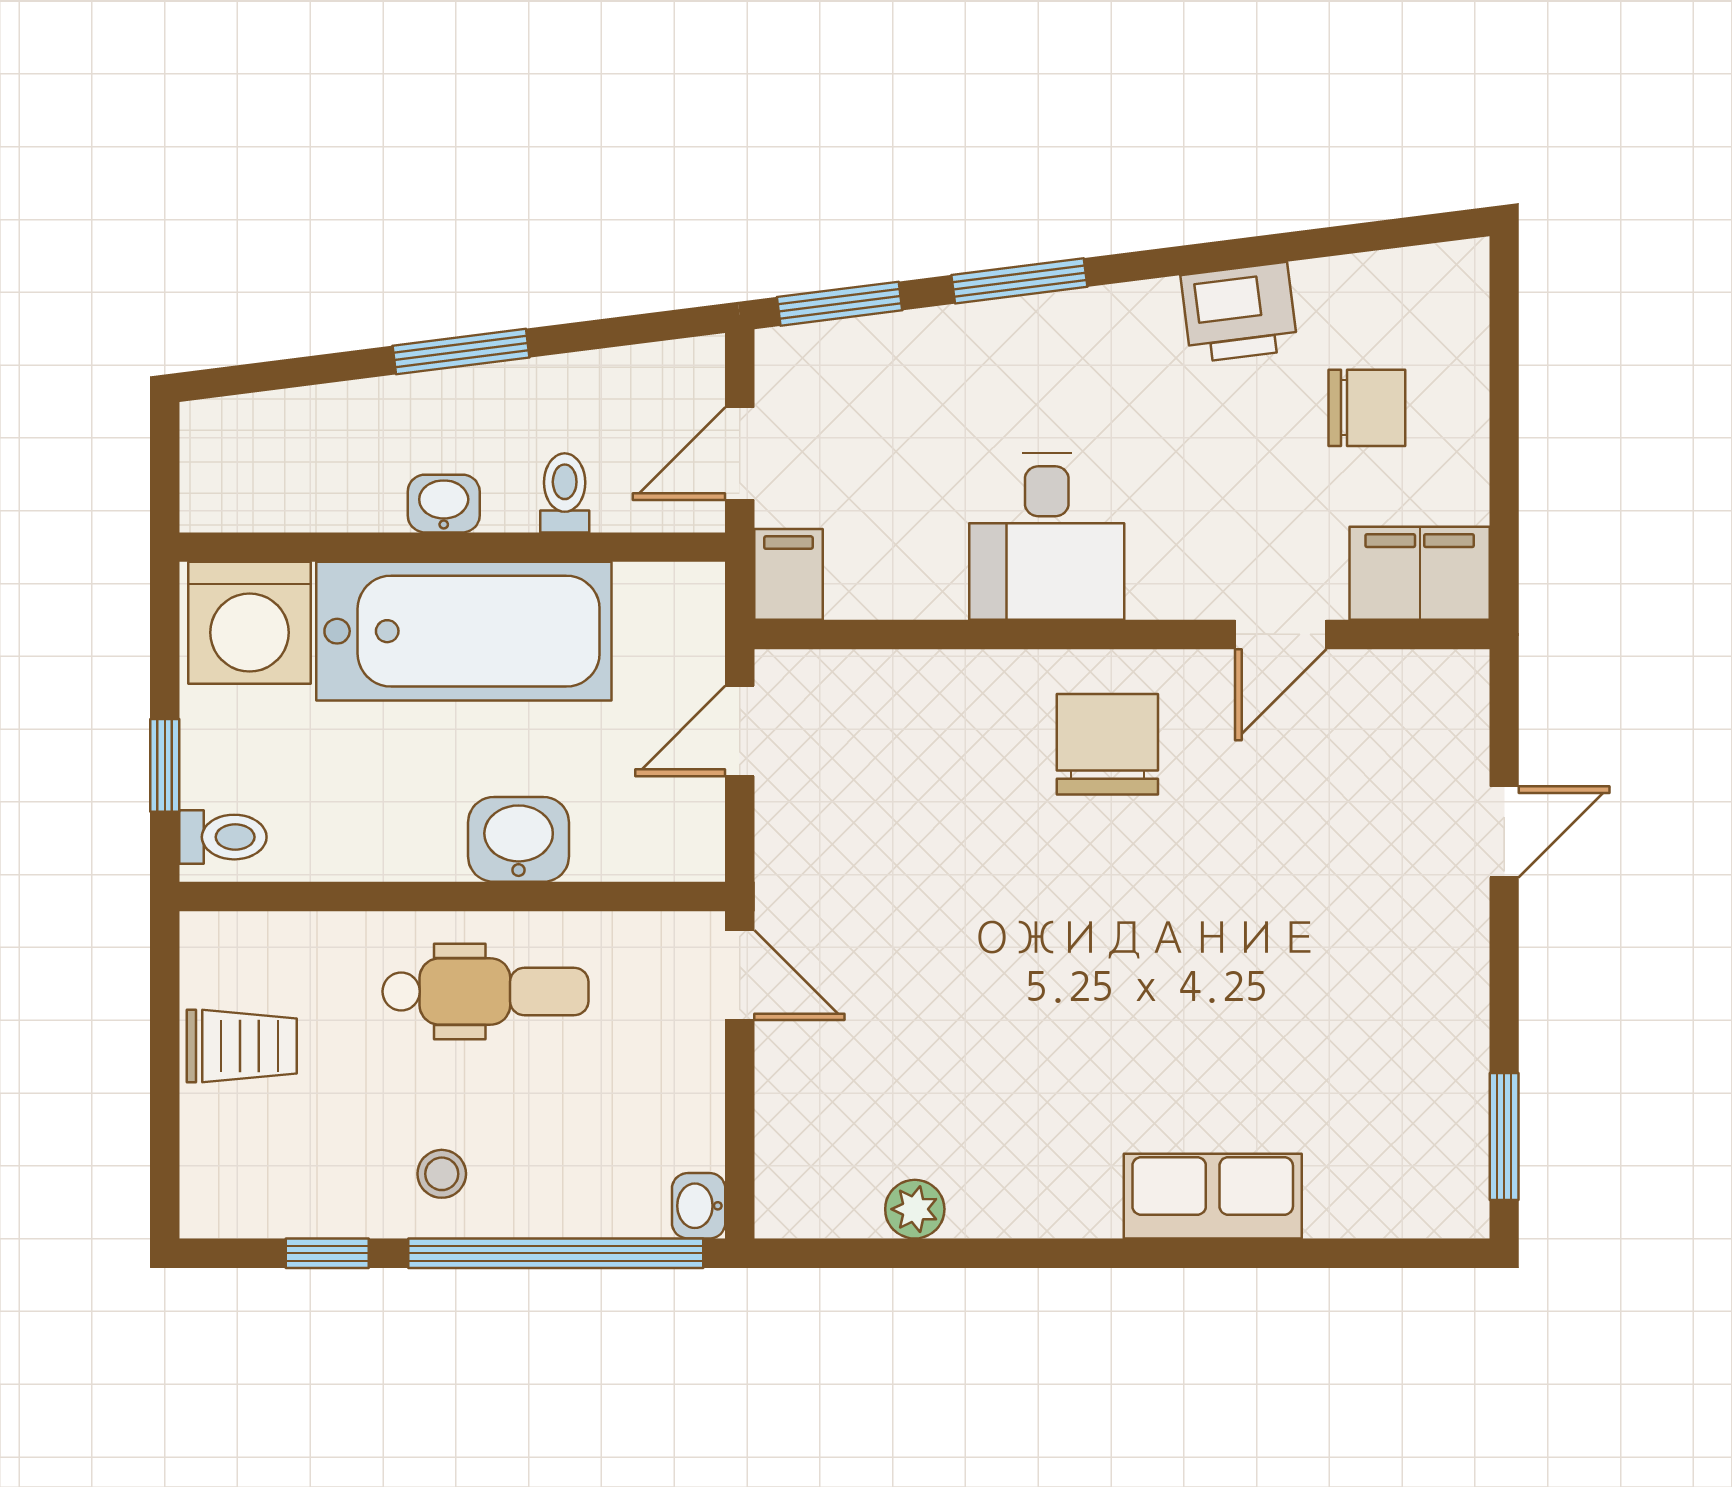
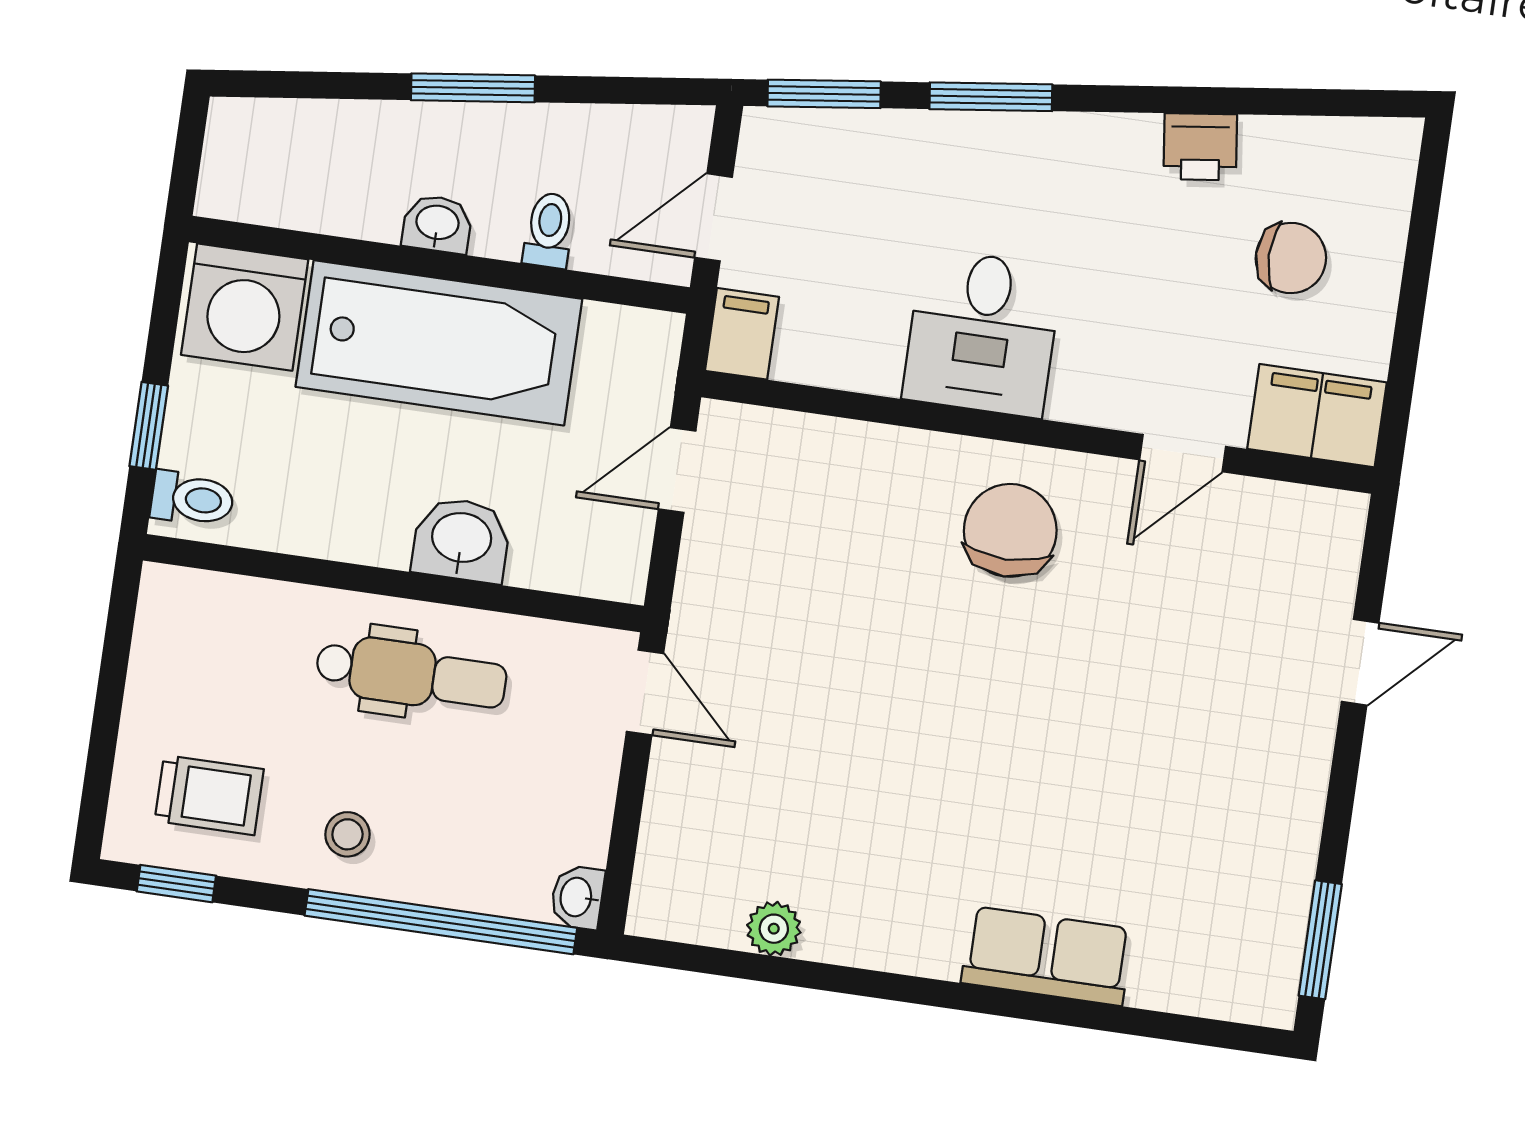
printer: (1239, 313) -> (1200, 147), width x0.73, depth x0.81
trolley: (242, 1046) -> (209, 795), moved
window: (327, 1253) -> (176, 884), moved

